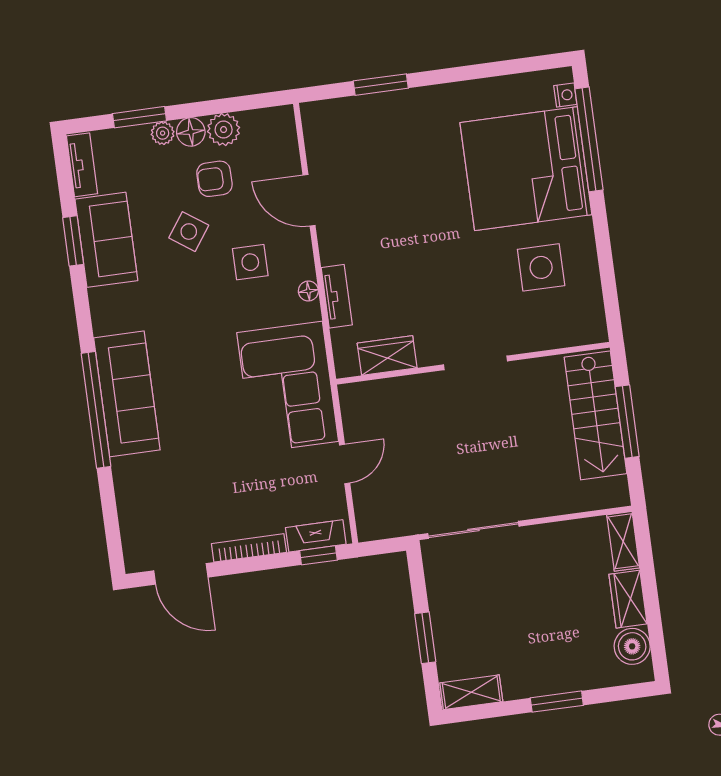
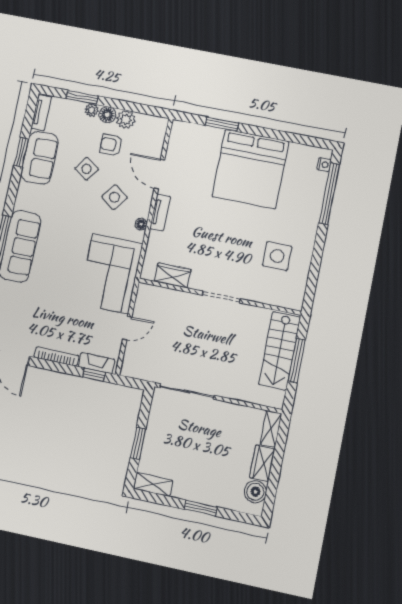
bed: (526, 169) -> (250, 169), moved, turned -90
side table: (250, 262) -> (115, 197), turned 37
tv unit: (337, 296) -> (160, 213), moved

